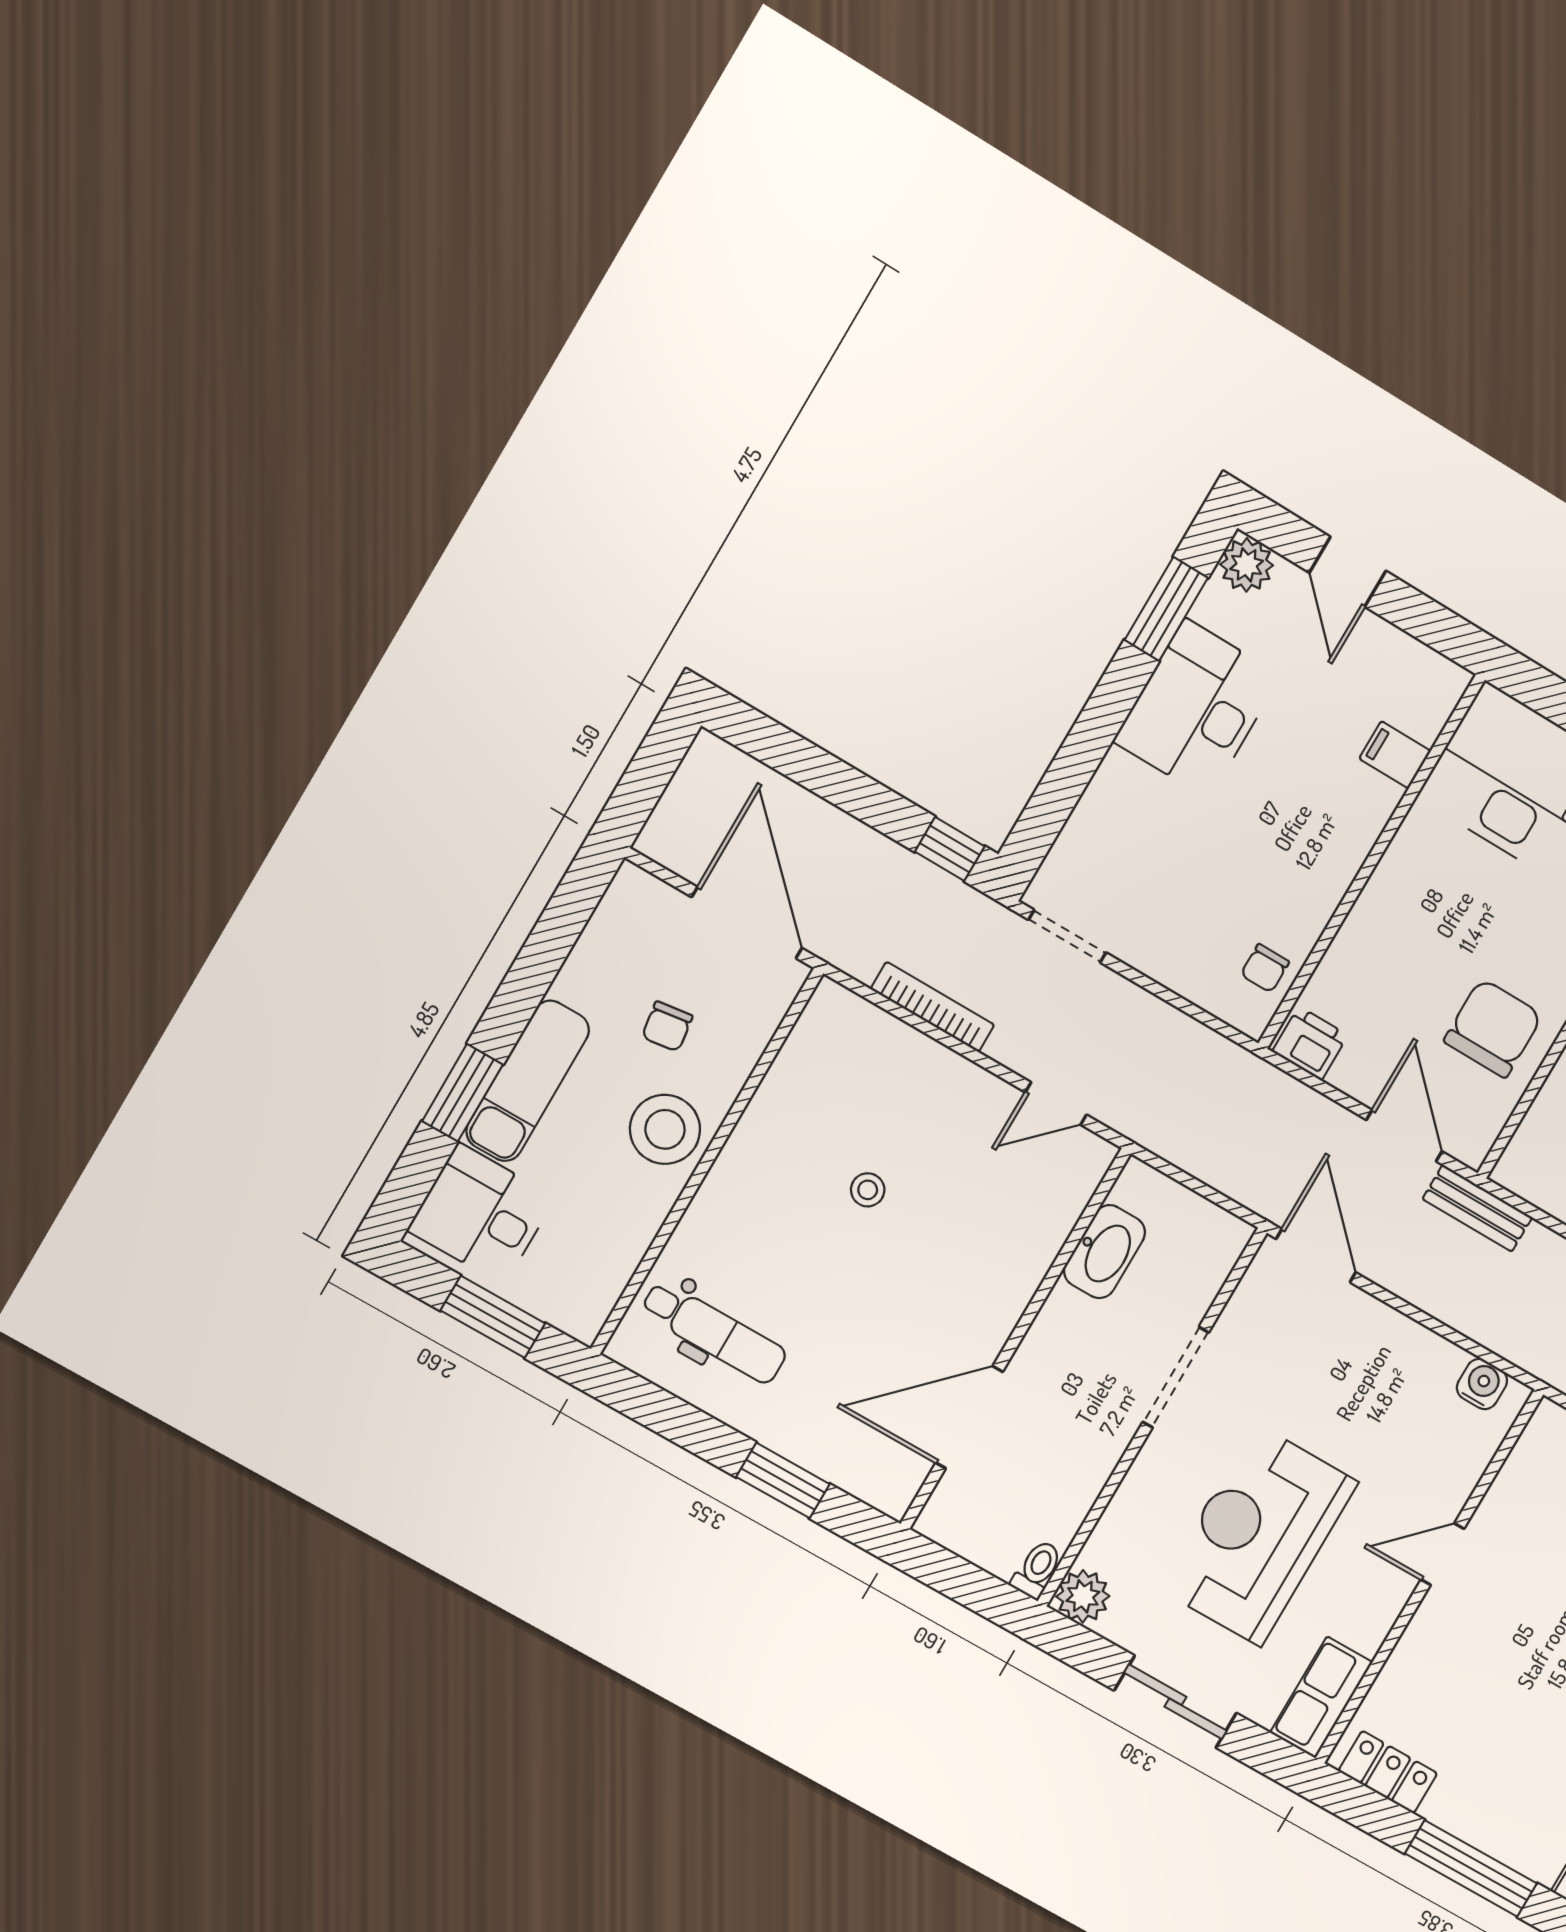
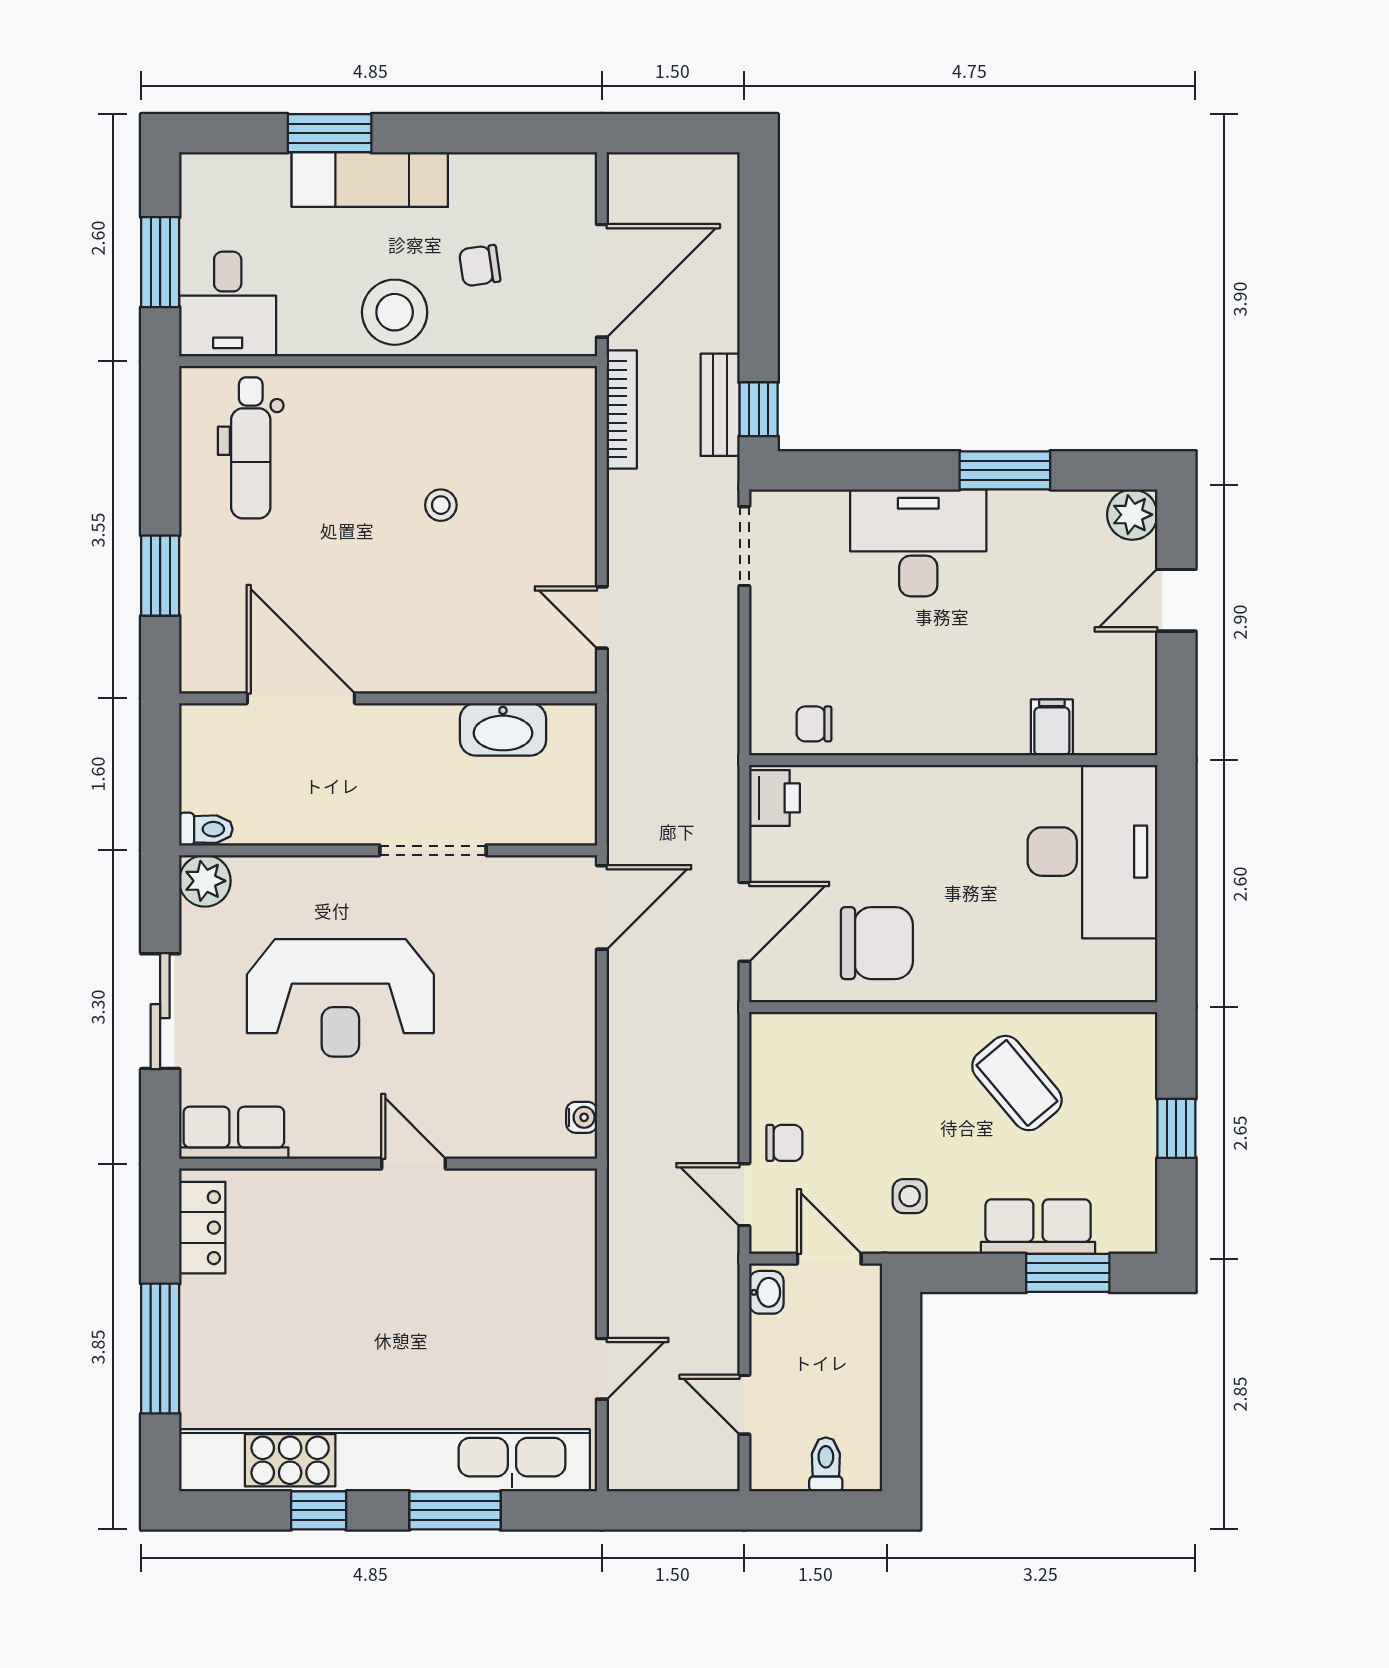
window: (1166, 609) -> (1005, 470), moved
desk: (1197, 709) -> (918, 543), moved
bookcase: (932, 1007) -> (622, 409), moved
bench: (1477, 1208) -> (720, 405), moved
desk: (481, 1214) -> (228, 304), moved, turned 180
water cooler: (1482, 1384) -> (582, 1117), width x0.72, depth x0.72
reception desk: (1258, 1535) -> (340, 998), turned 180

